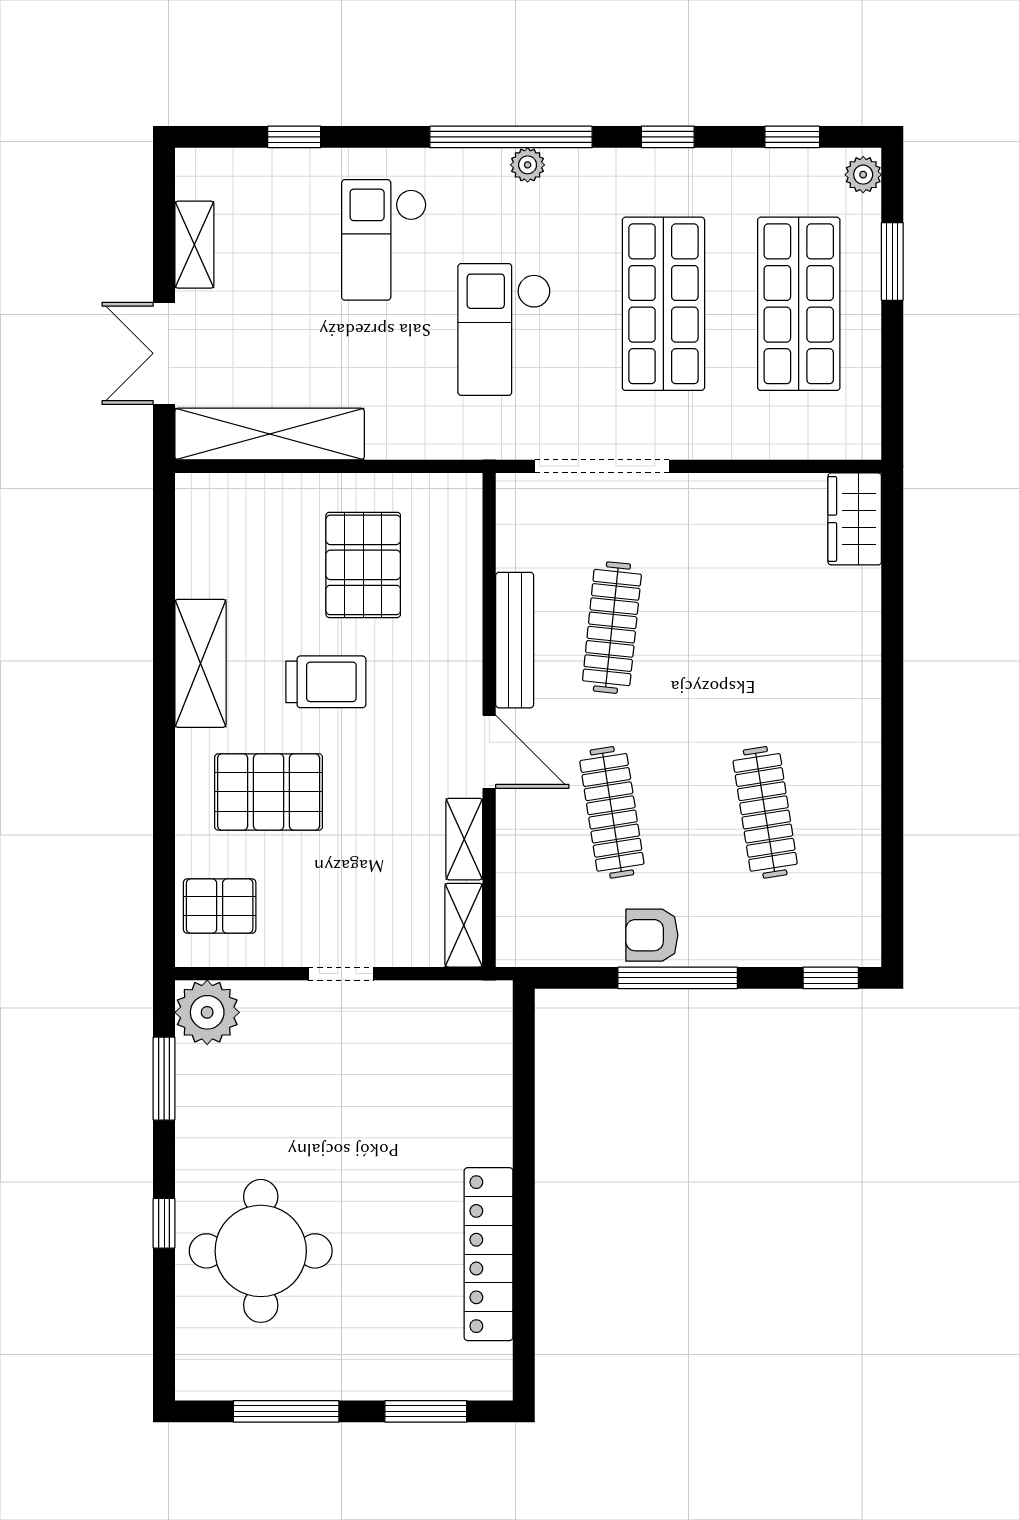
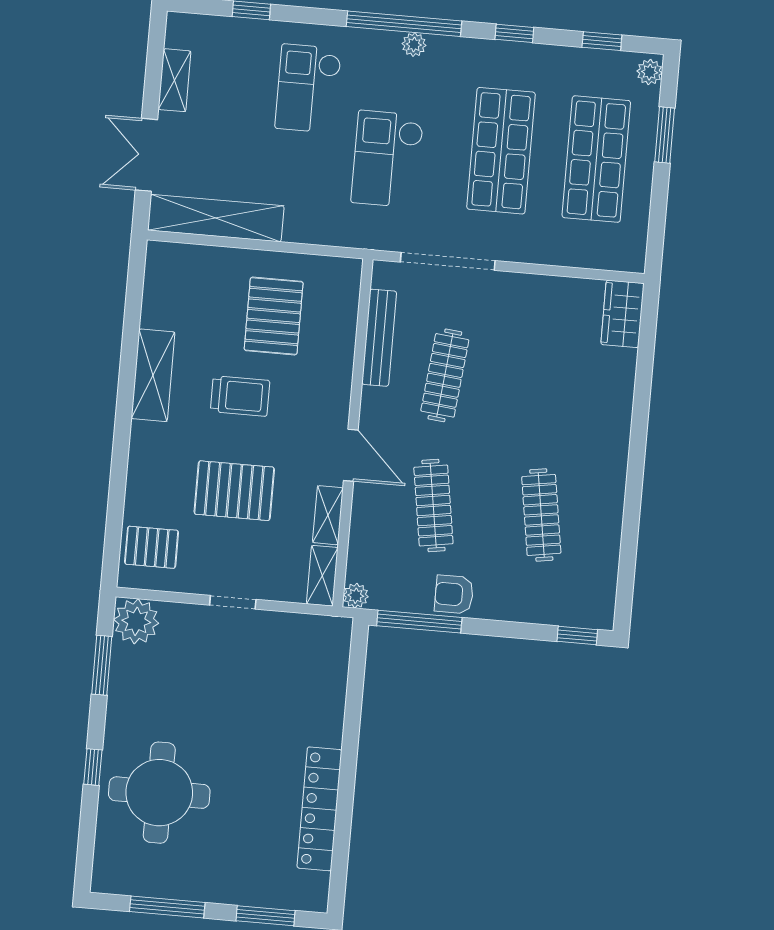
bench: (515, 640) -> (379, 338), moved
pallet: (269, 792) -> (234, 491), moved
plant: (514, 949) -> (356, 596), added
window: (678, 978) -> (419, 622), moved

